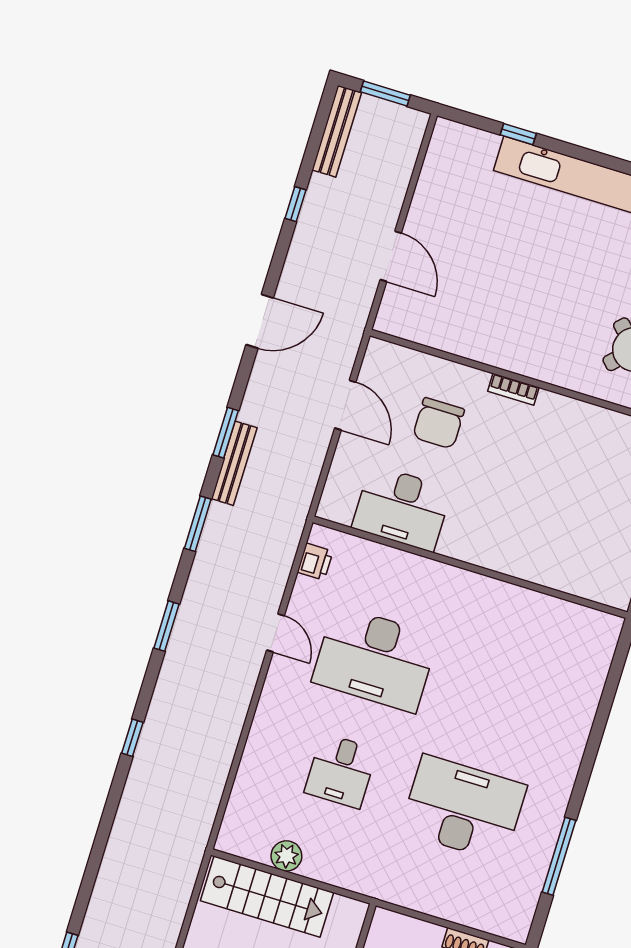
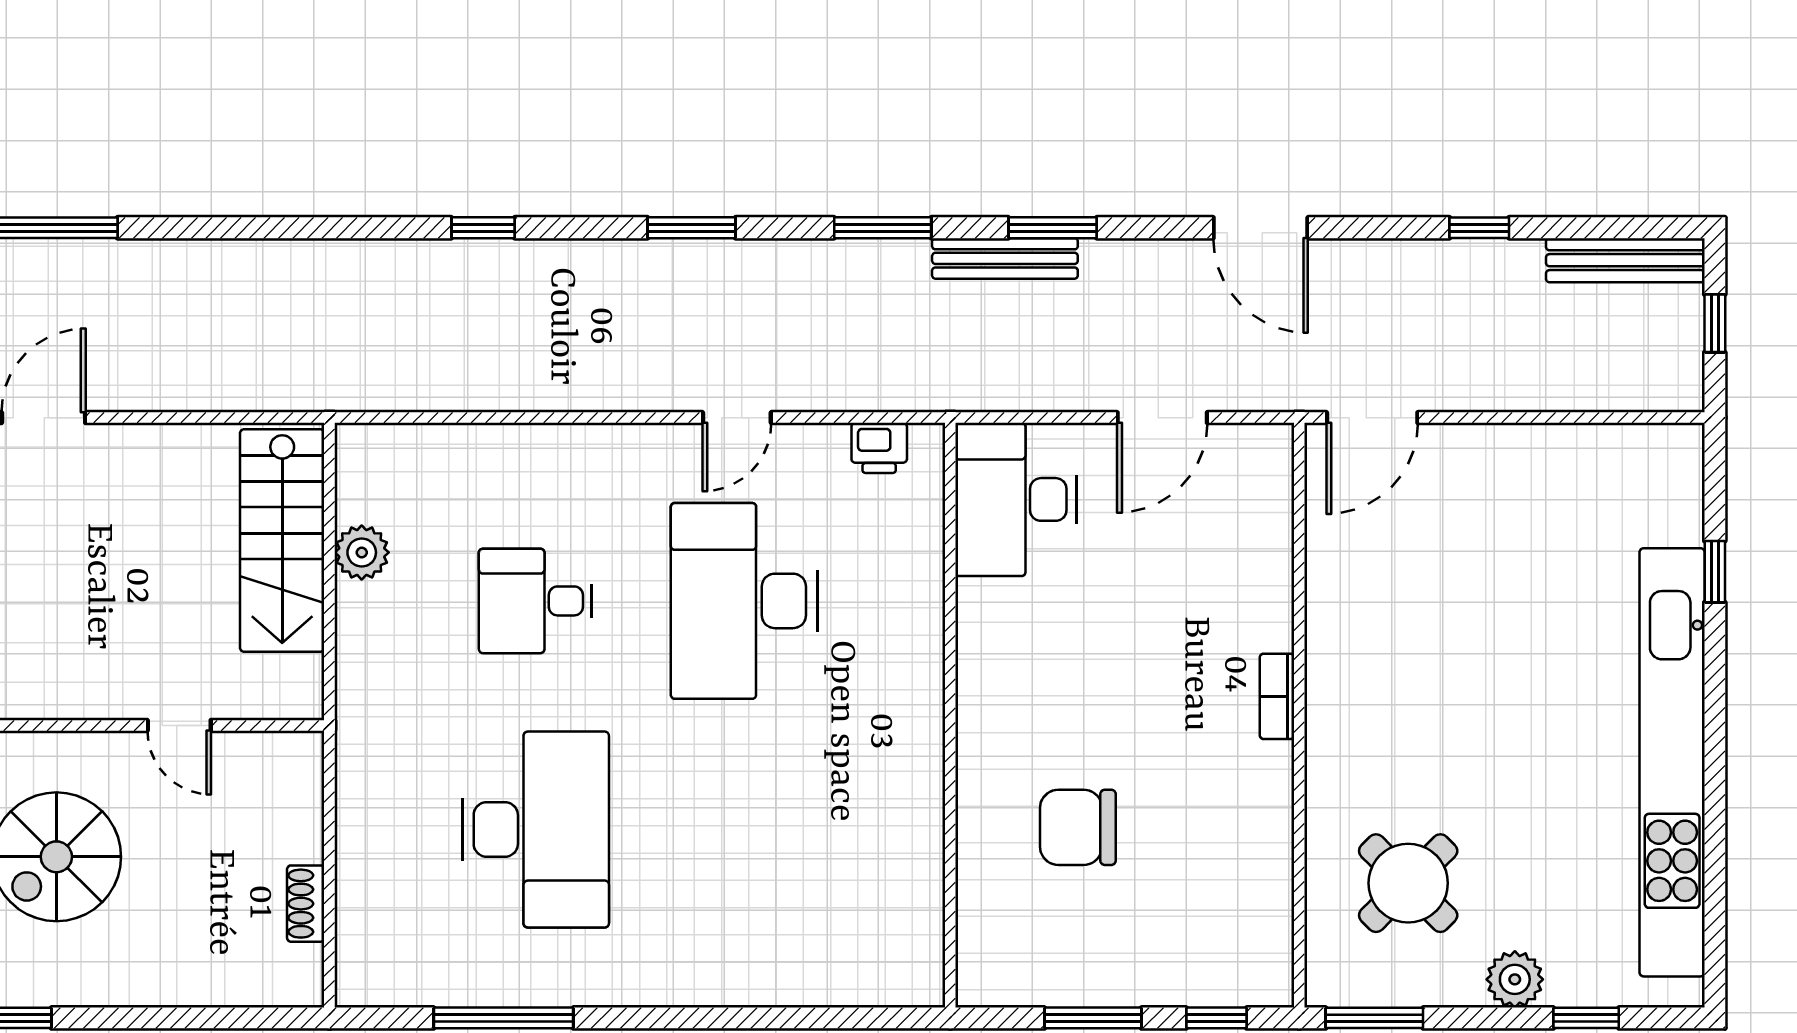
window: (385, 94) -> (1715, 323), width x0.67
door: (391, 256) -> (1372, 418), moved
chair: (439, 423) -> (1078, 827), moved
desk: (402, 508) -> (1016, 499), moved

